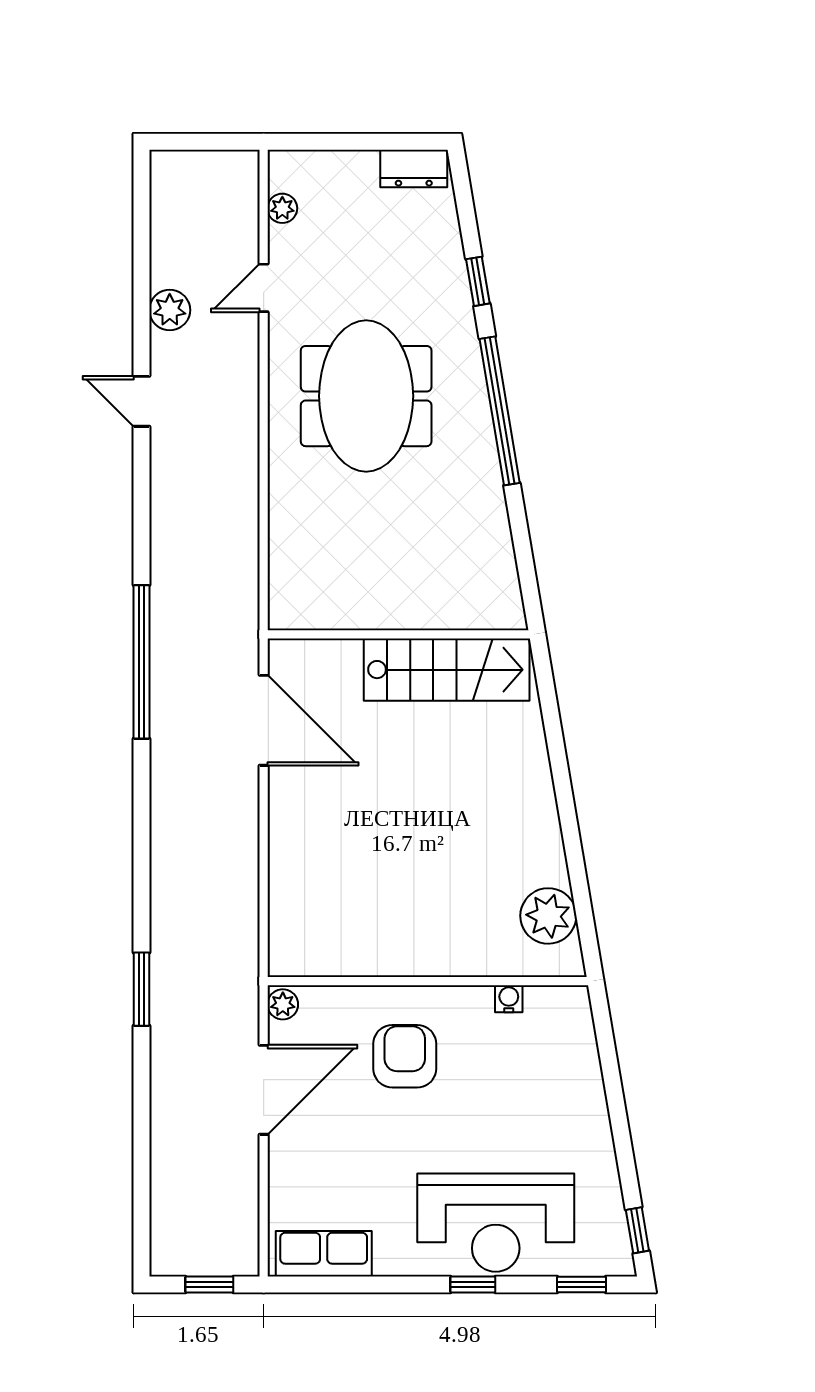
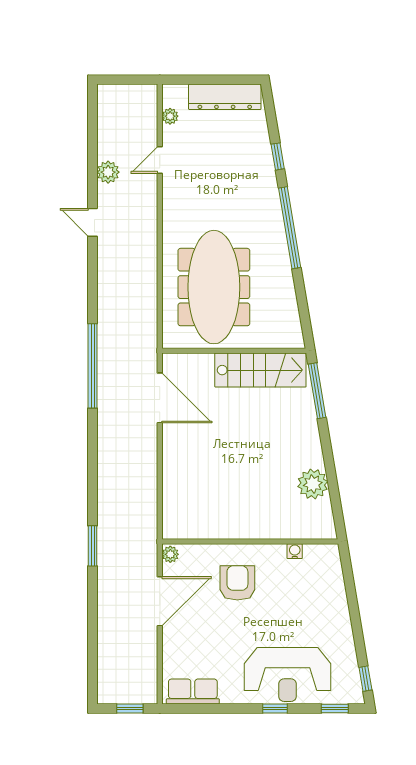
dresser: (414, 168) -> (225, 97), width x1.96, depth x1.24
meeting table: (366, 396) -> (214, 287), moved, width x1.36
window: (549, 707) -> (317, 391), added
plant: (548, 916) -> (313, 484), moved

